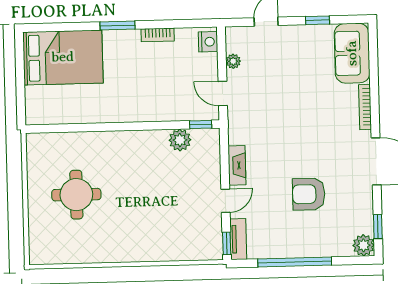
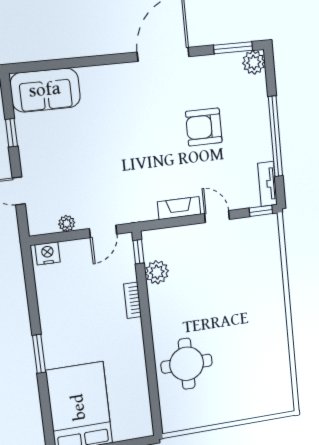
bookcase: (158, 35) -> (133, 300), moved, turned 180
bookcase: (365, 107) -> (105, 71), removed
armchair: (309, 194) -> (204, 127), turned 90
round table: (76, 195) -> (187, 364), moved
window: (378, 227) -> (233, 48), width x1.50
tv unit: (238, 239) -> (267, 184), moved, turned -90

